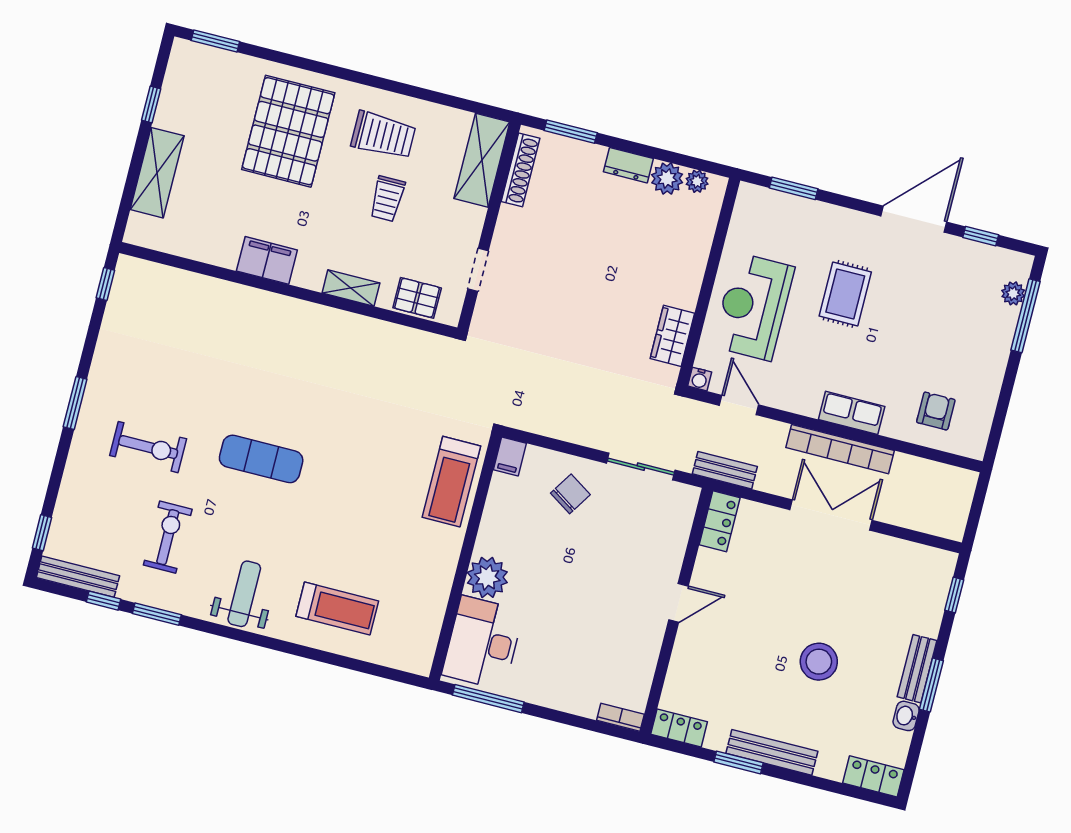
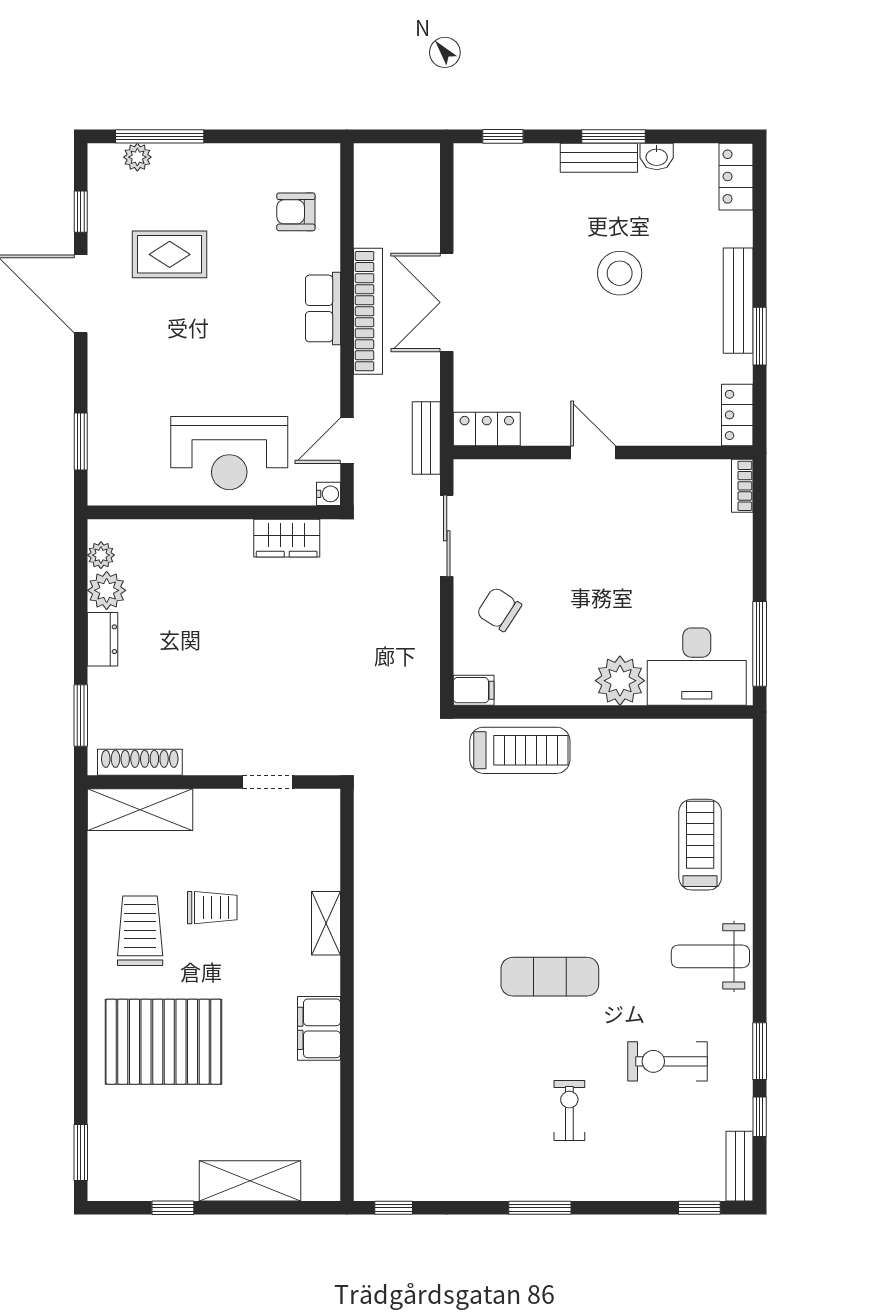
rug: (845, 294) -> (170, 254), moved
pallet: (417, 298) -> (318, 844), removed
exercise bike: (148, 447) -> (569, 1110), width x0.73, depth x0.72
exercise mat: (261, 459) -> (550, 977), turned 90
bench: (78, 577) -> (740, 1166), width x0.73

